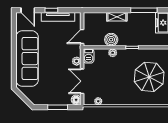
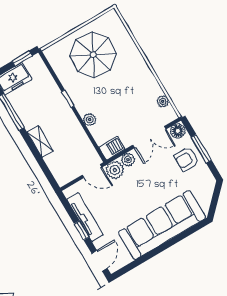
boiler: (111, 40) -> (74, 132), removed
plant: (75, 50) -> (115, 170), added
armchair: (57, 95) -> (187, 159), added

